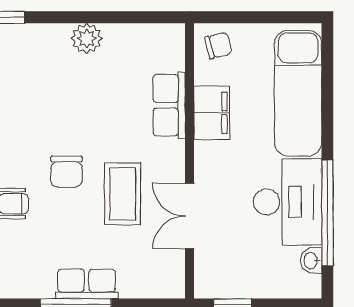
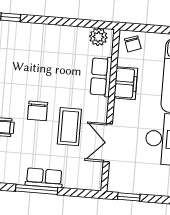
plant: (87, 38) -> (98, 37), moved
chair: (218, 45) -> (133, 44), turned 85

